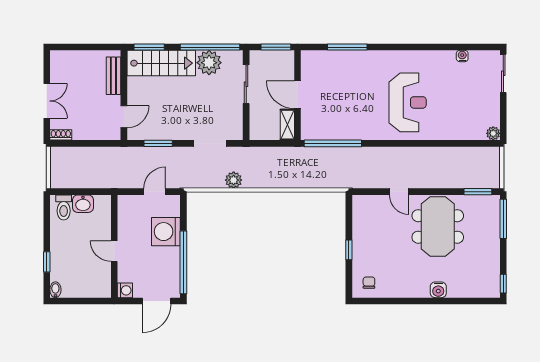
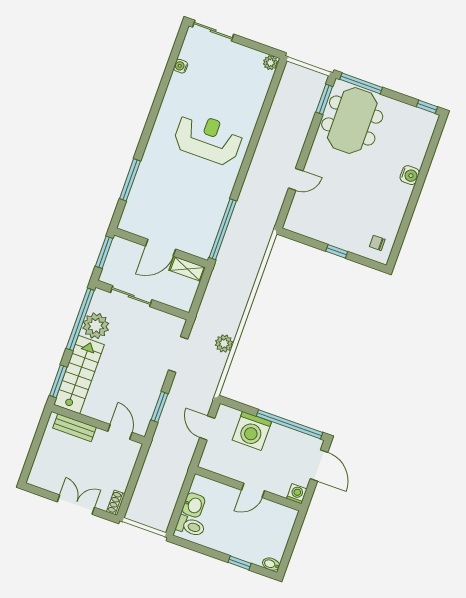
meeting table: (438, 226) -> (352, 121), moved, turned 90

